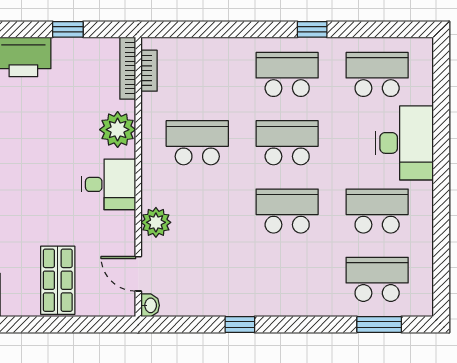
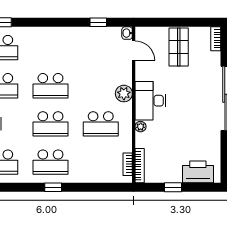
window: (312, 29) -> (53, 187), moved
plant: (118, 130) -> (141, 127), width x0.53, depth x0.53
desk: (108, 184) -> (150, 101), width x1.37
plant: (156, 222) -> (124, 94), moved
window: (240, 325) -> (98, 22), moved

